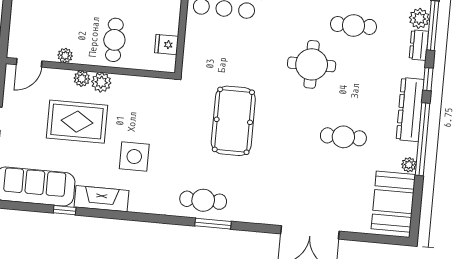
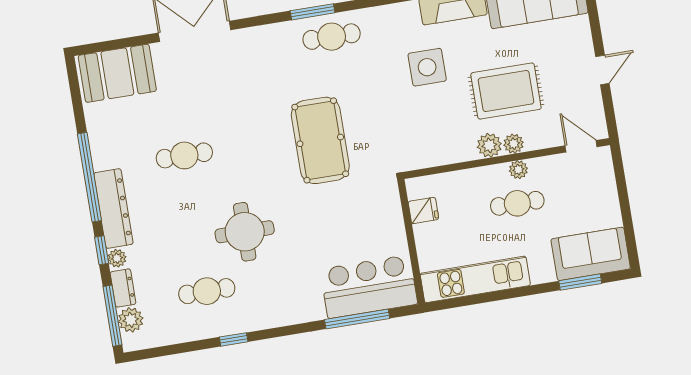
cafe table: (114, 40) -> (517, 203), moved, turned 90
plant: (65, 56) -> (518, 170), moved
door: (29, 63) -> (581, 146), hinge flipped
plant: (409, 165) -> (117, 258), moved
booth: (393, 202) -> (117, 73), moved, turned 90

